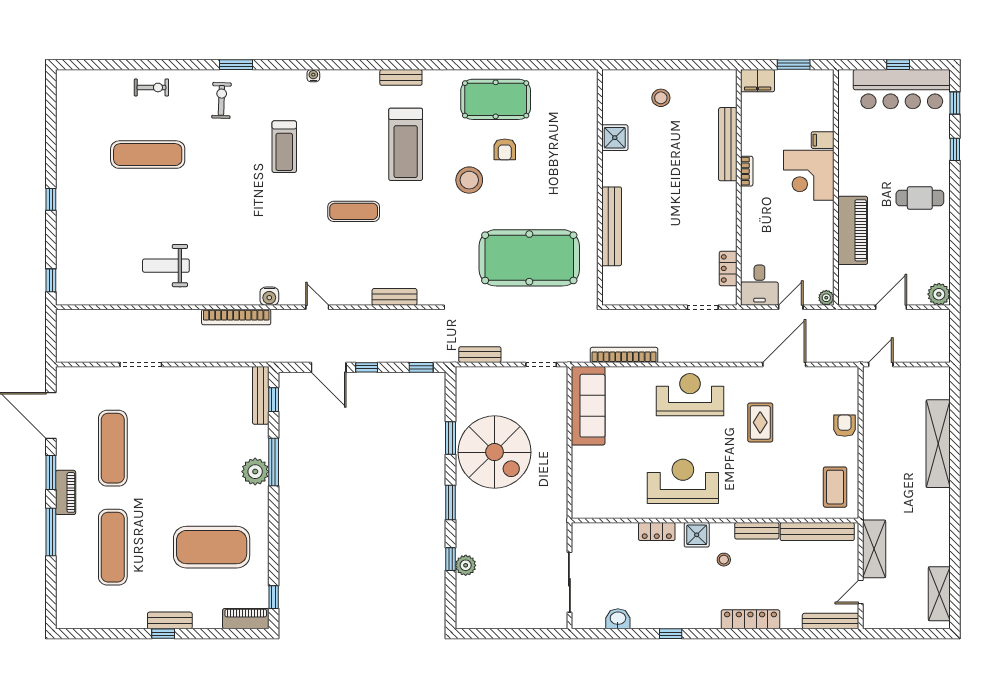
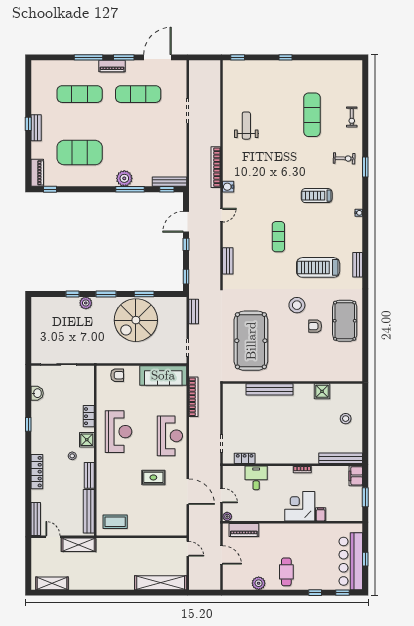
bench: (728, 144) -> (341, 458), moved
piano: (853, 230) -> (244, 530), moved, width x0.73, depth x0.75
desk: (759, 285) -> (256, 478), moved, turned 90
plant: (939, 294) -> (259, 583), moved
armchair: (845, 426) -> (117, 375), moved
shelving: (938, 444) -> (161, 583), moved
exercise mat: (212, 547) -> (80, 153), turned 90
plant: (466, 565) -> (86, 303), moved

